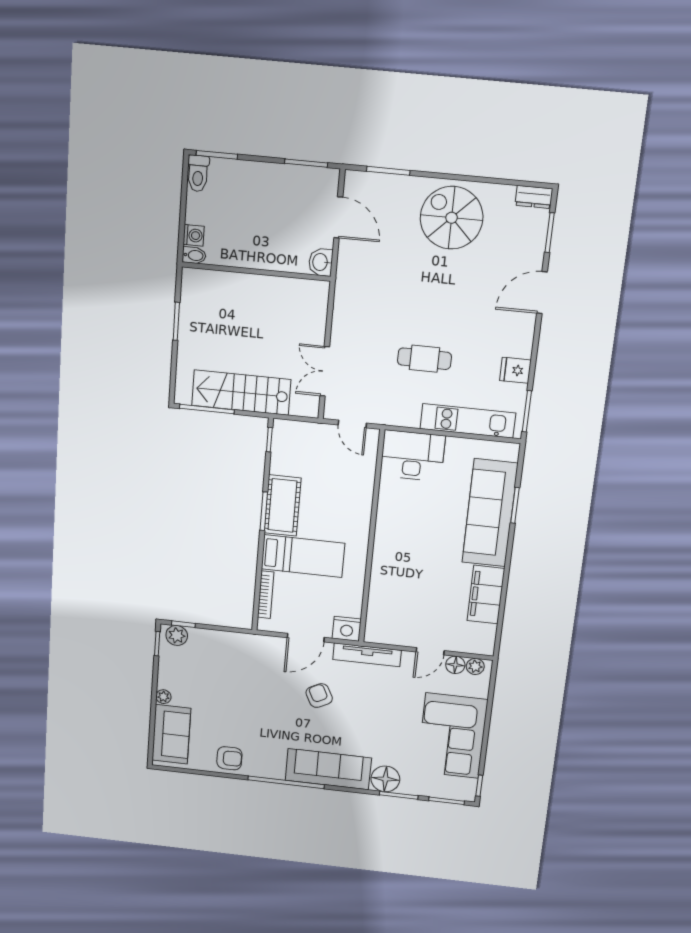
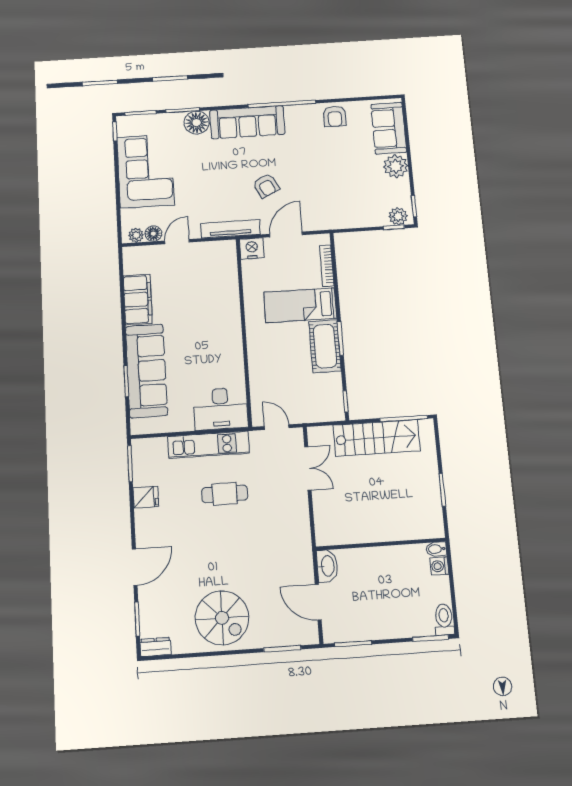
washbasin: (321, 262) -> (327, 566), width x1.38
kitchen unit: (468, 421) -> (208, 445), moved
plant: (163, 697) -> (396, 166), width x1.88, depth x1.88
armchair: (229, 758) -> (335, 116), turned -90

